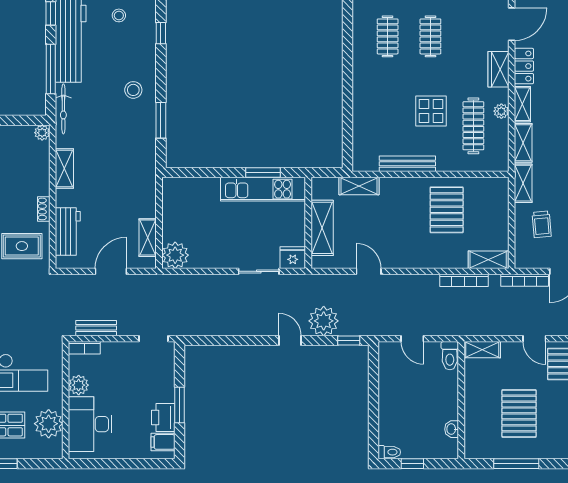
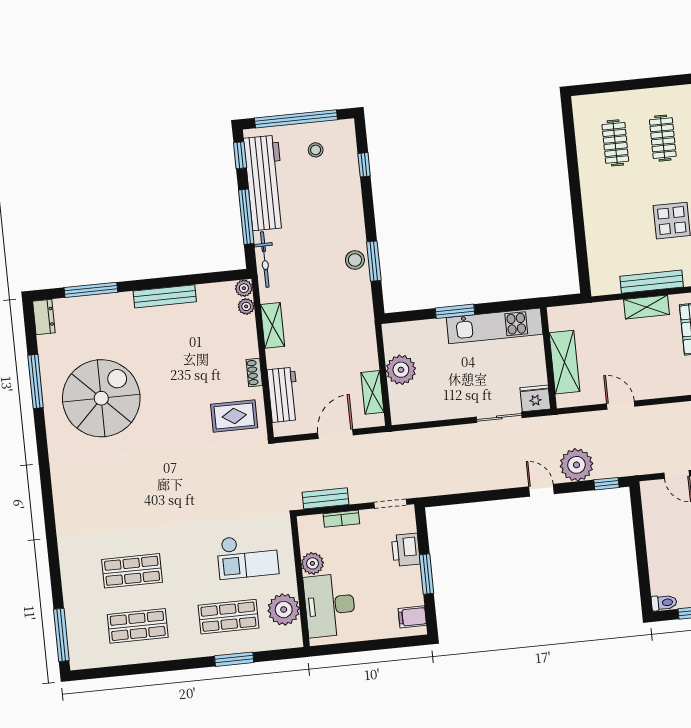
stool: (133, 90) -> (355, 260), moved
plant: (42, 149) -> (246, 306), added
window: (263, 173) -> (455, 311), moved
shelving: (359, 186) -> (646, 307), moved
plant: (175, 255) -> (401, 370), moved
bookcase: (84, 348) -> (341, 519), moved
printer: (163, 417) -> (406, 550), moved

